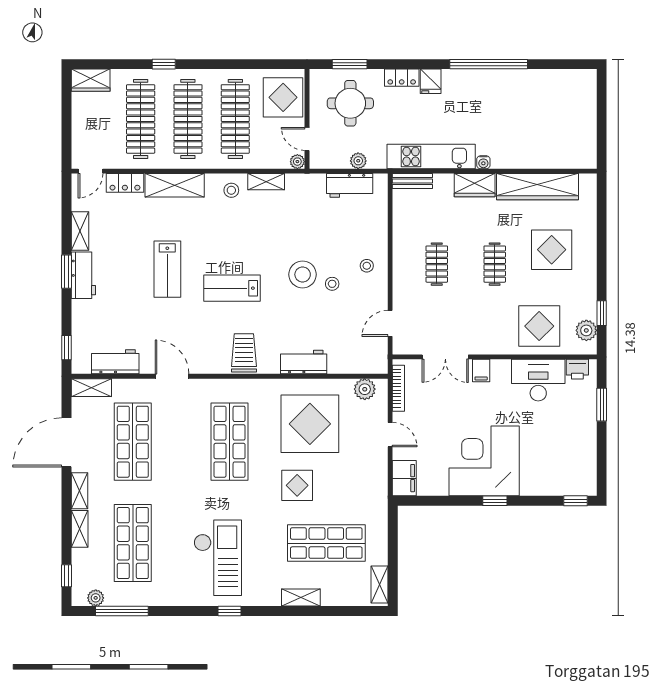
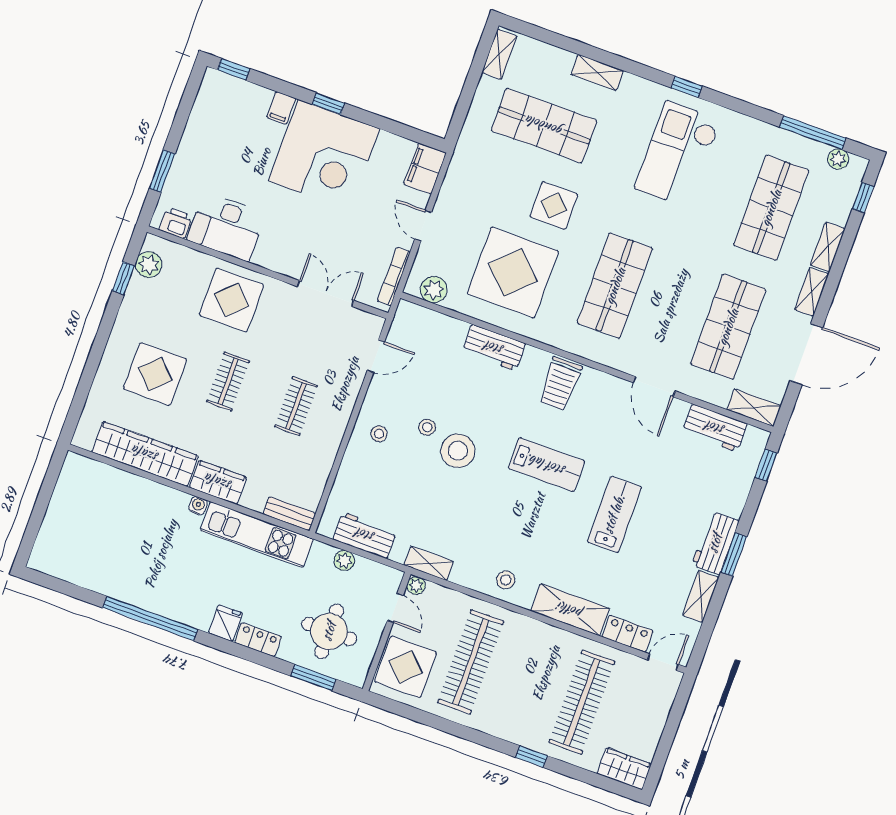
clothes rail: (188, 119) -> (526, 682), removed
shelving: (266, 182) -> (429, 563), moved
display table: (539, 326) -> (231, 300), moved
filing cabinet: (481, 371) -> (281, 108), moved, turned 180

